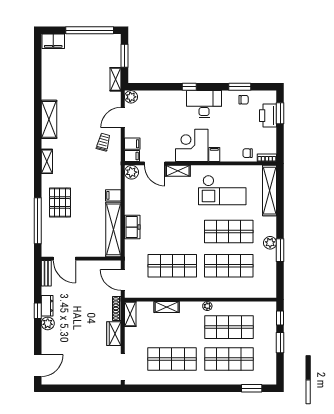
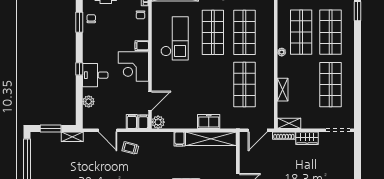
plant: (131, 97) -> (89, 102), moved
desk: (204, 104) -> (95, 75), moved, width x0.73
shelving: (178, 171) -> (157, 79), removed

